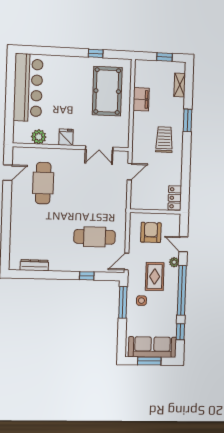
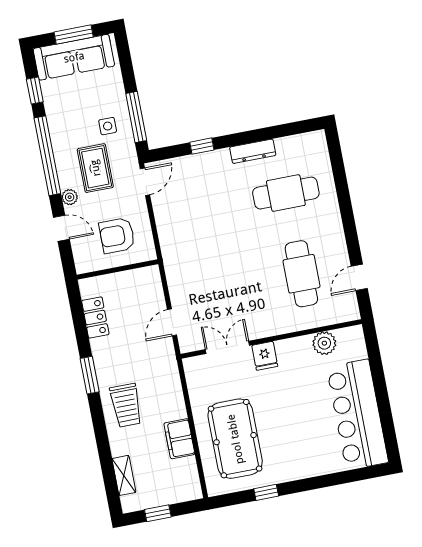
window: (188, 120) -> (90, 375), moved
fridge: (66, 137) -> (265, 356), moved
trolley: (164, 140) -> (126, 405), moved
locker: (175, 198) -> (95, 317), moved
armchair: (151, 232) -> (117, 235), turned 90
cafe table: (95, 237) -> (286, 193), moved
dresser: (34, 265) -> (253, 151), moved

